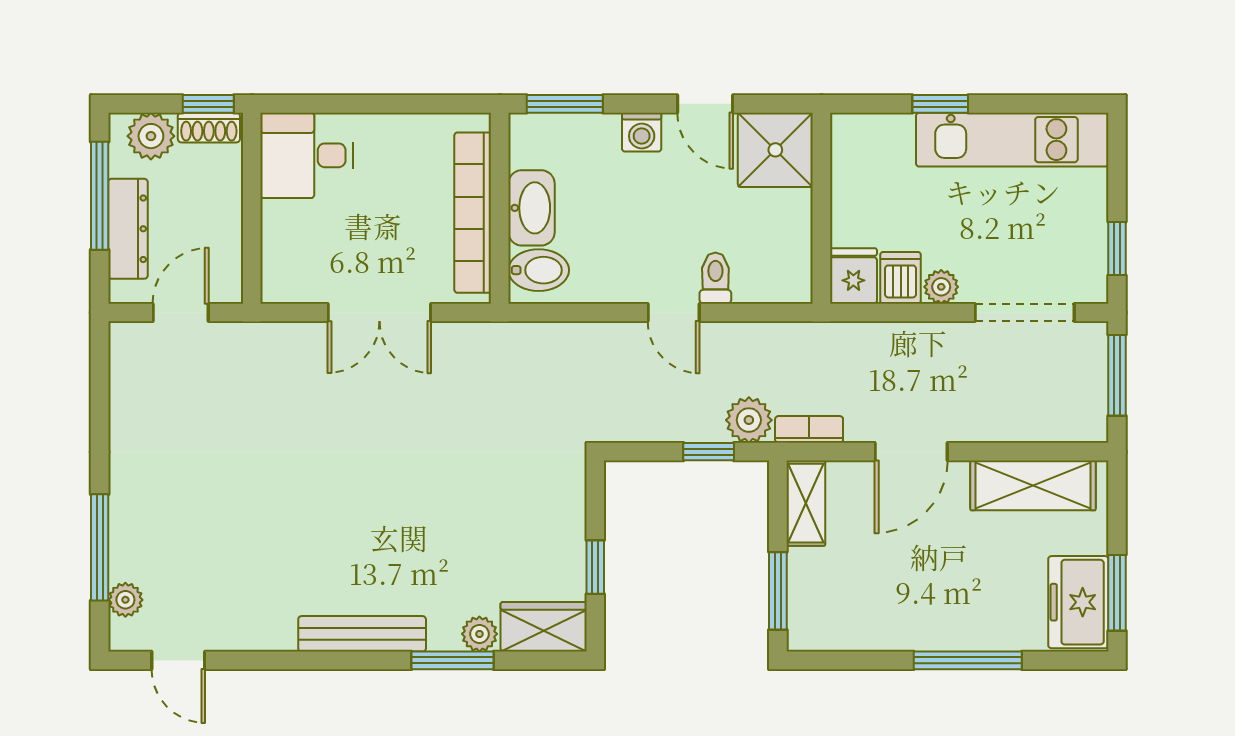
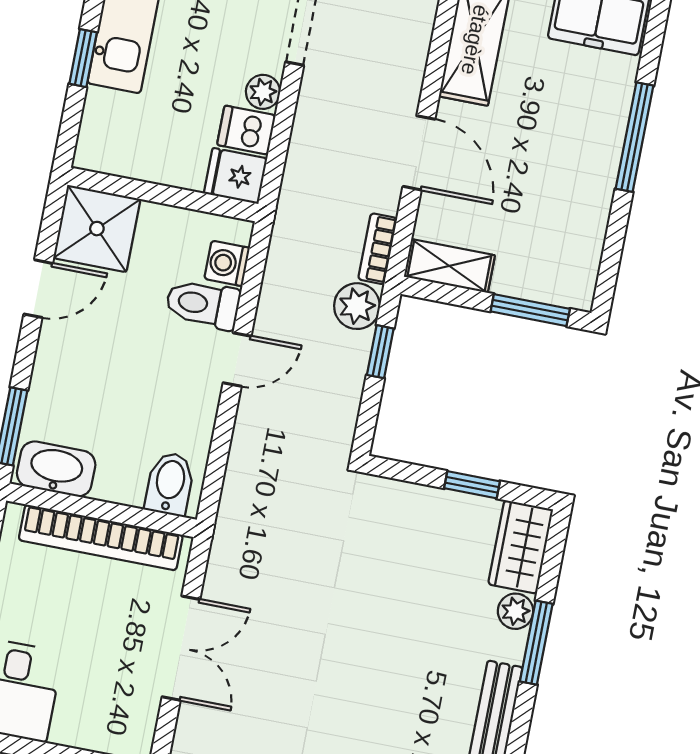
washing machine: (642, 132) -> (227, 263), moved, turned 180
washbasin: (531, 208) -> (56, 469), moved
toilet: (715, 278) -> (203, 304), width x1.37, depth x1.39

